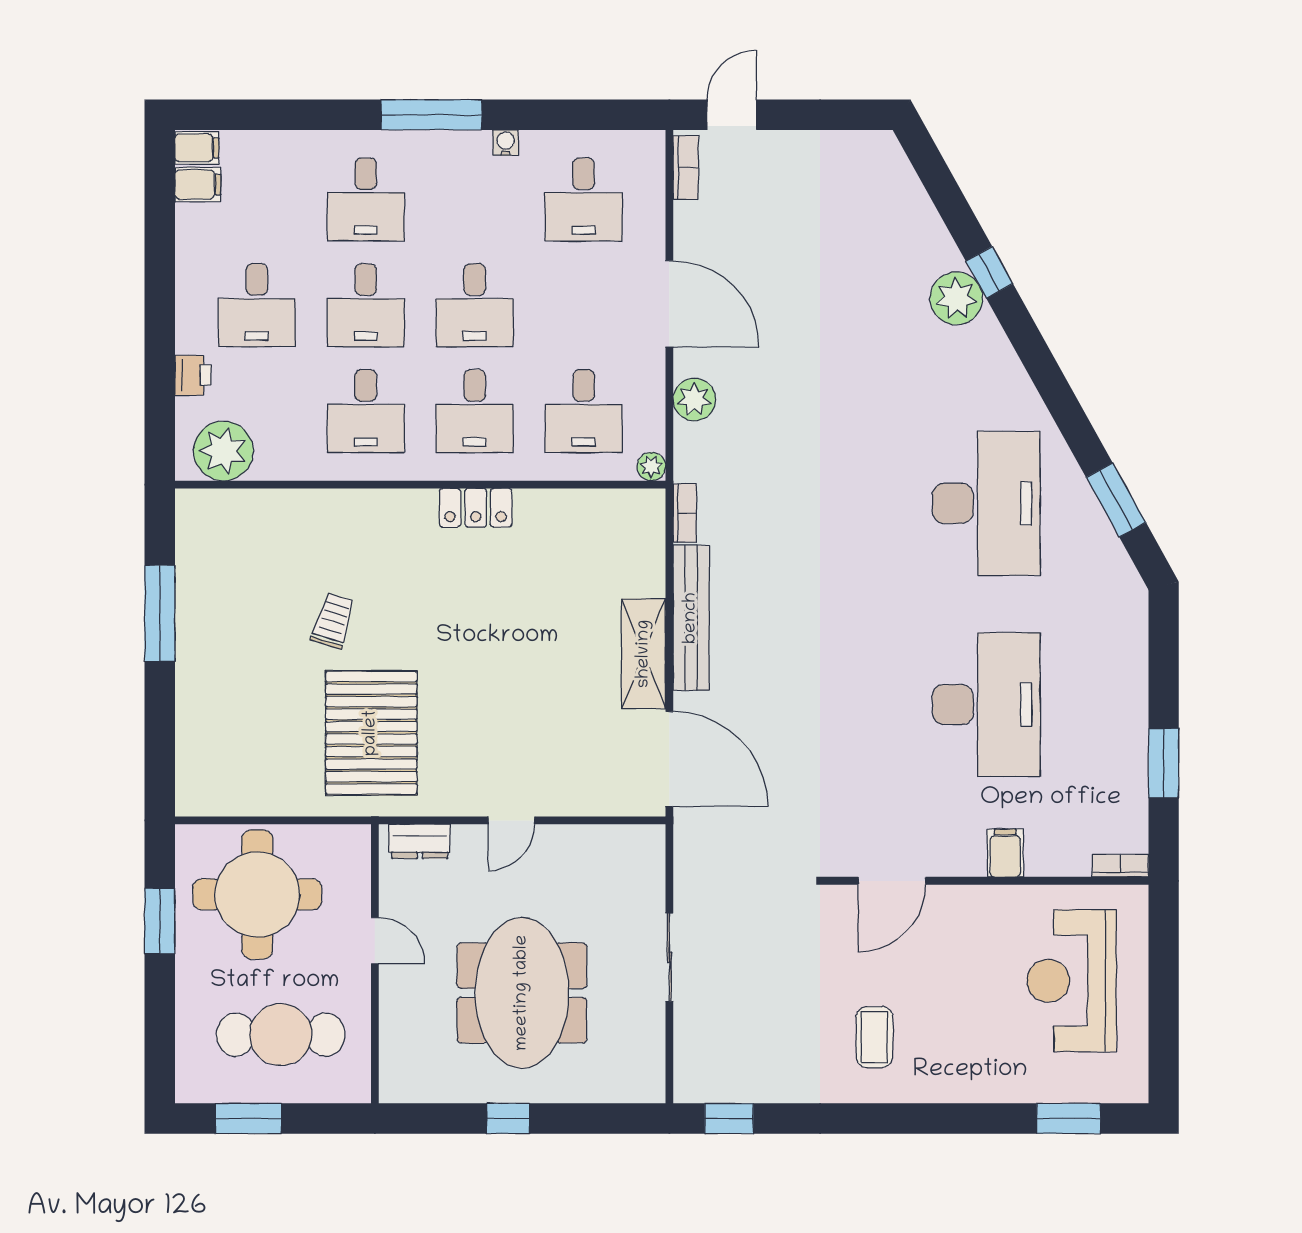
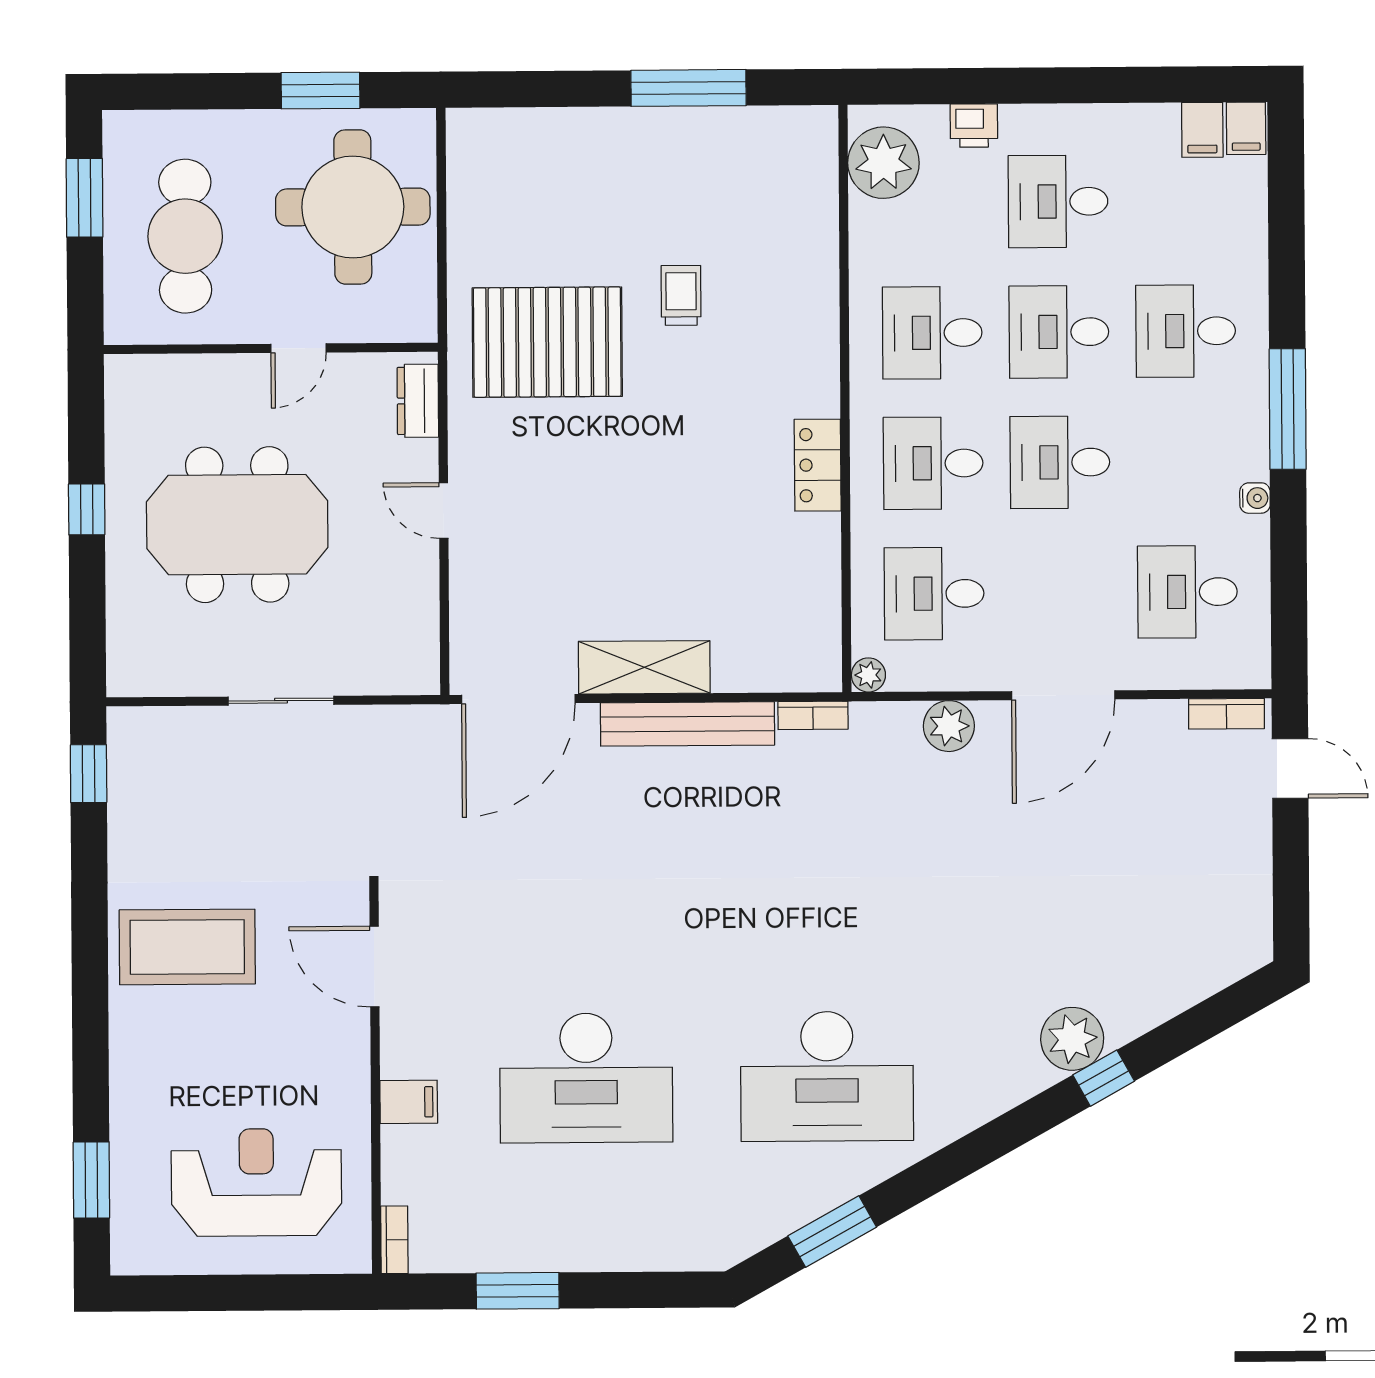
trolley: (333, 621) -> (681, 295), turned -107
coffee table: (874, 1037) -> (187, 947), width x1.86, depth x1.72

